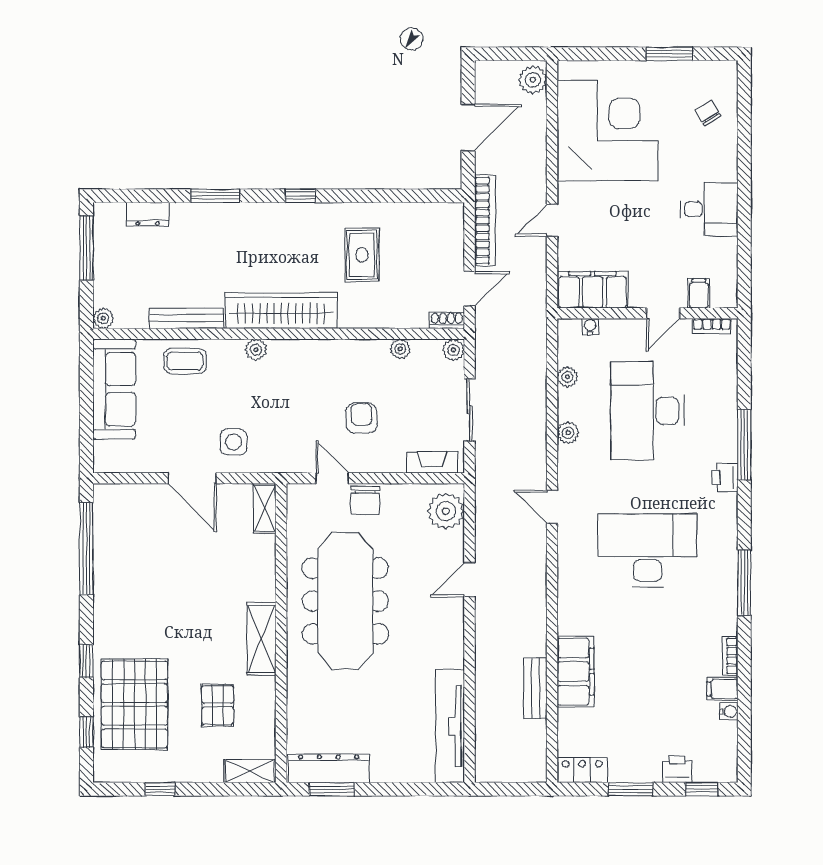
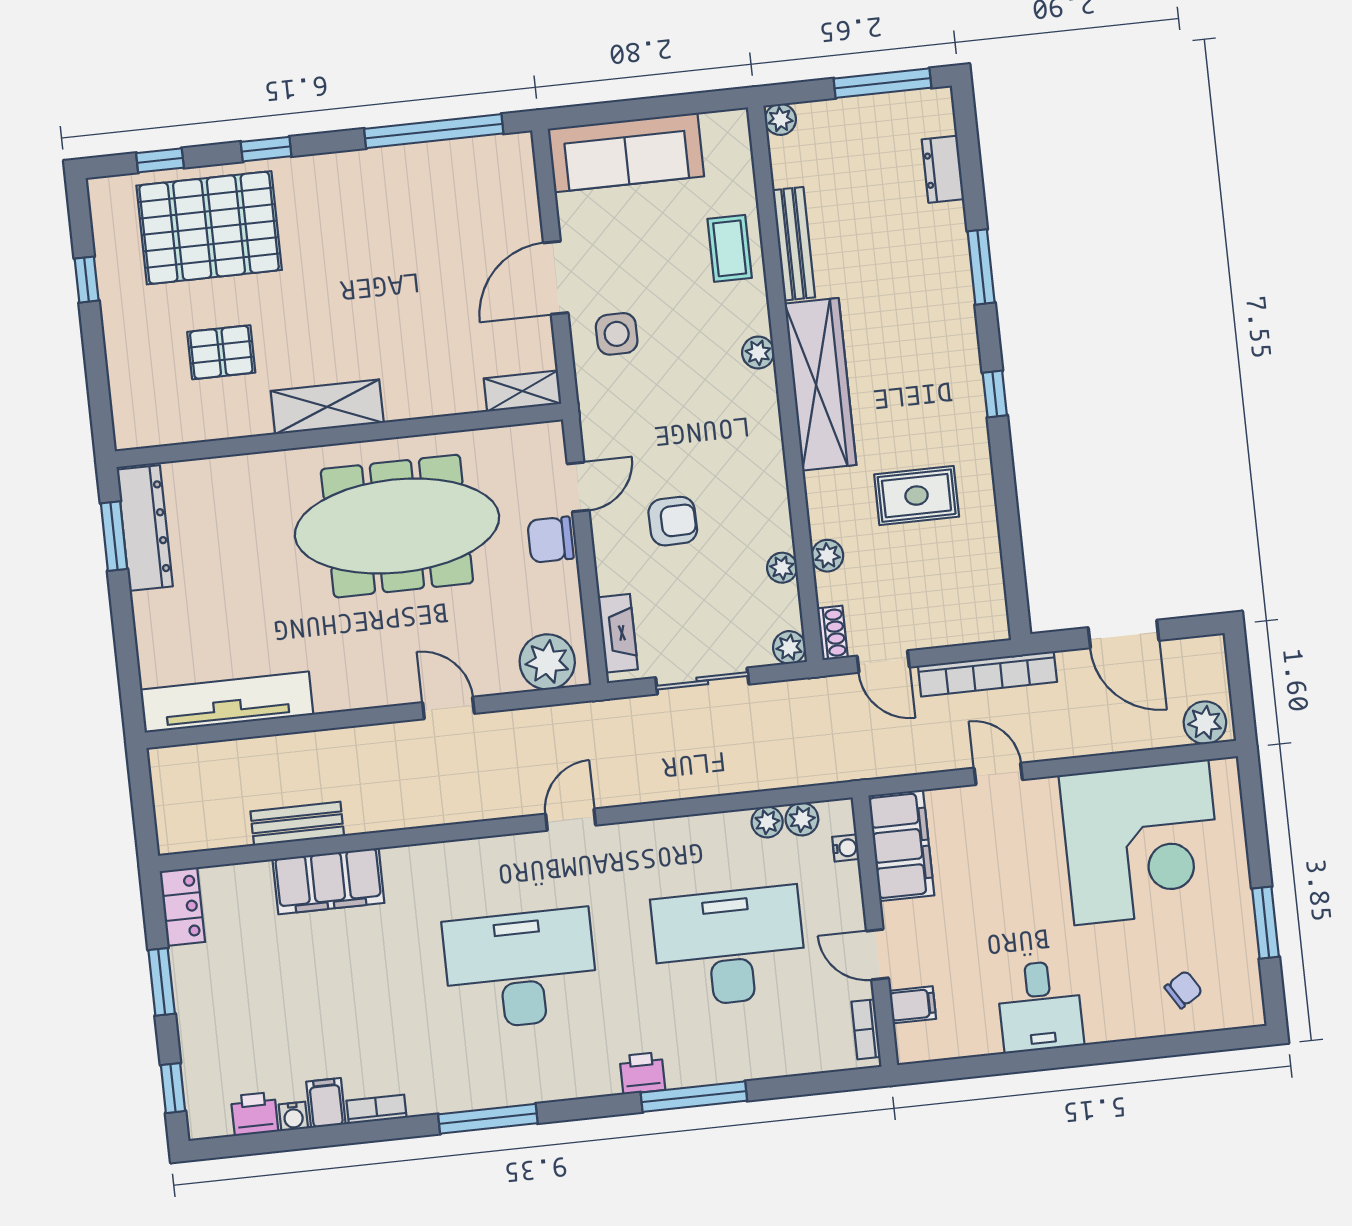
plant: (395, 318) -> (827, 556), added
sofa: (114, 389) -> (626, 152), moved
plant: (568, 433) -> (802, 819), moved
desk: (647, 551) -> (521, 969), turned -90
printer: (677, 769) -> (254, 1114), moved, turned -90
shelving: (250, 771) -> (128, 411), removed

